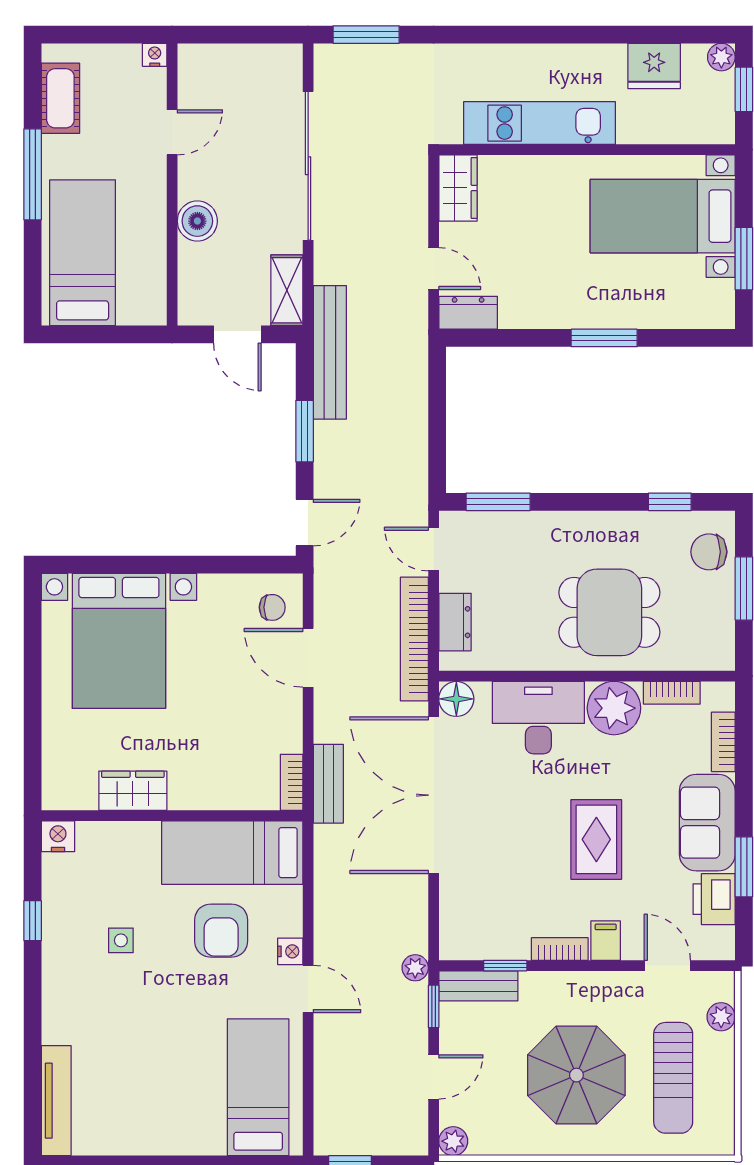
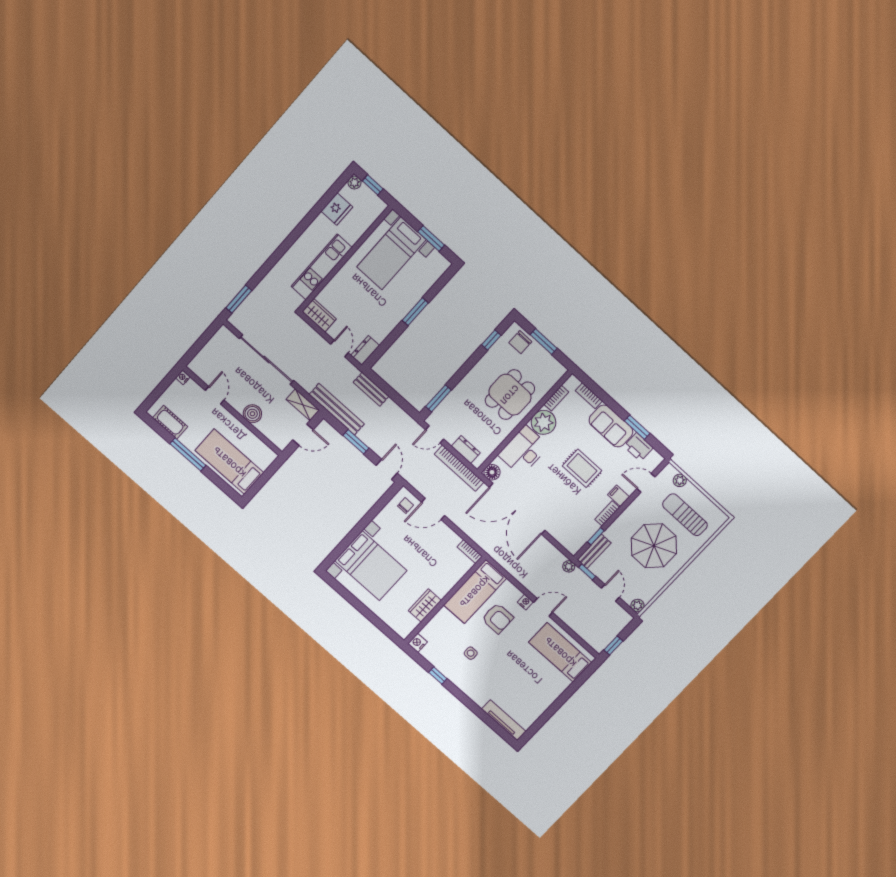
door: (434, 269) -> (339, 349), hinge flipped
bench: (328, 784) -> (371, 389), moved
sun lounger: (673, 1078) -> (685, 515), turned 180

